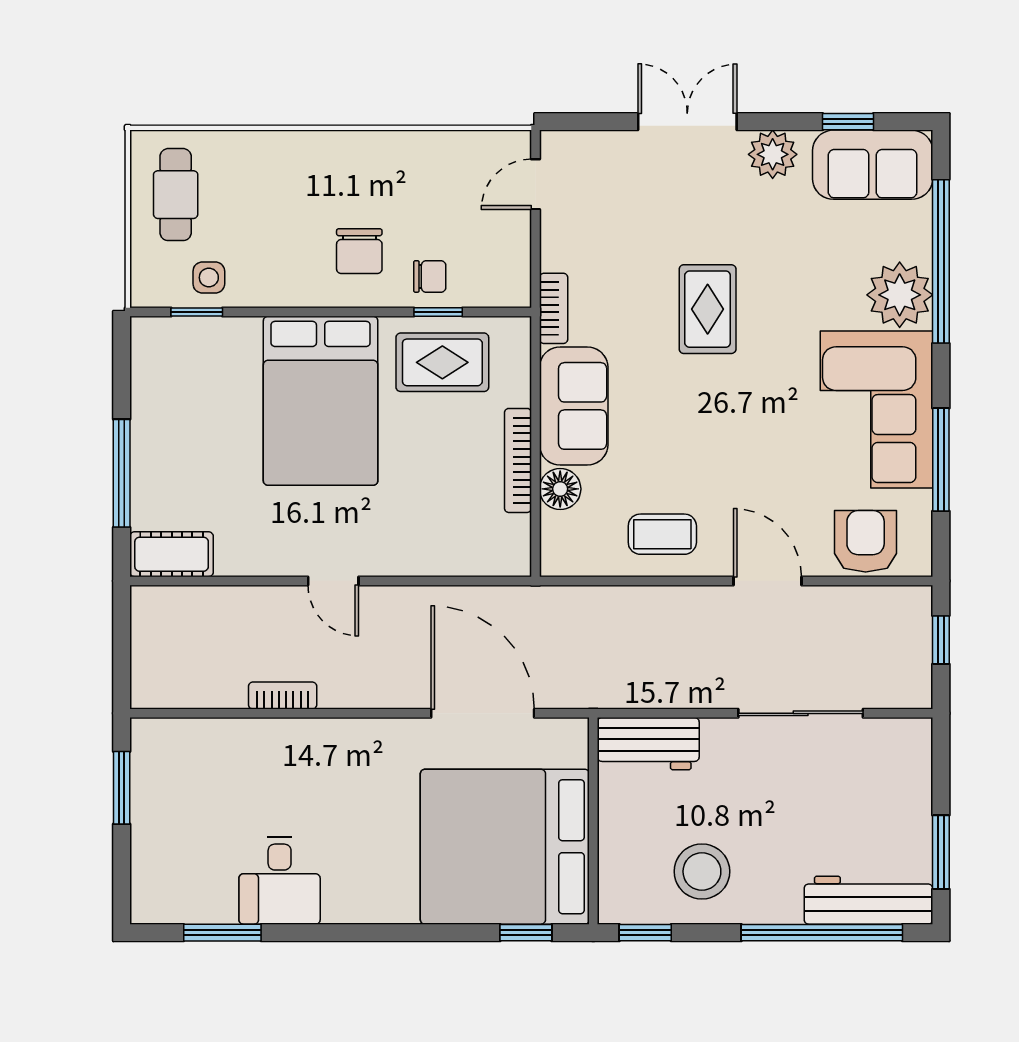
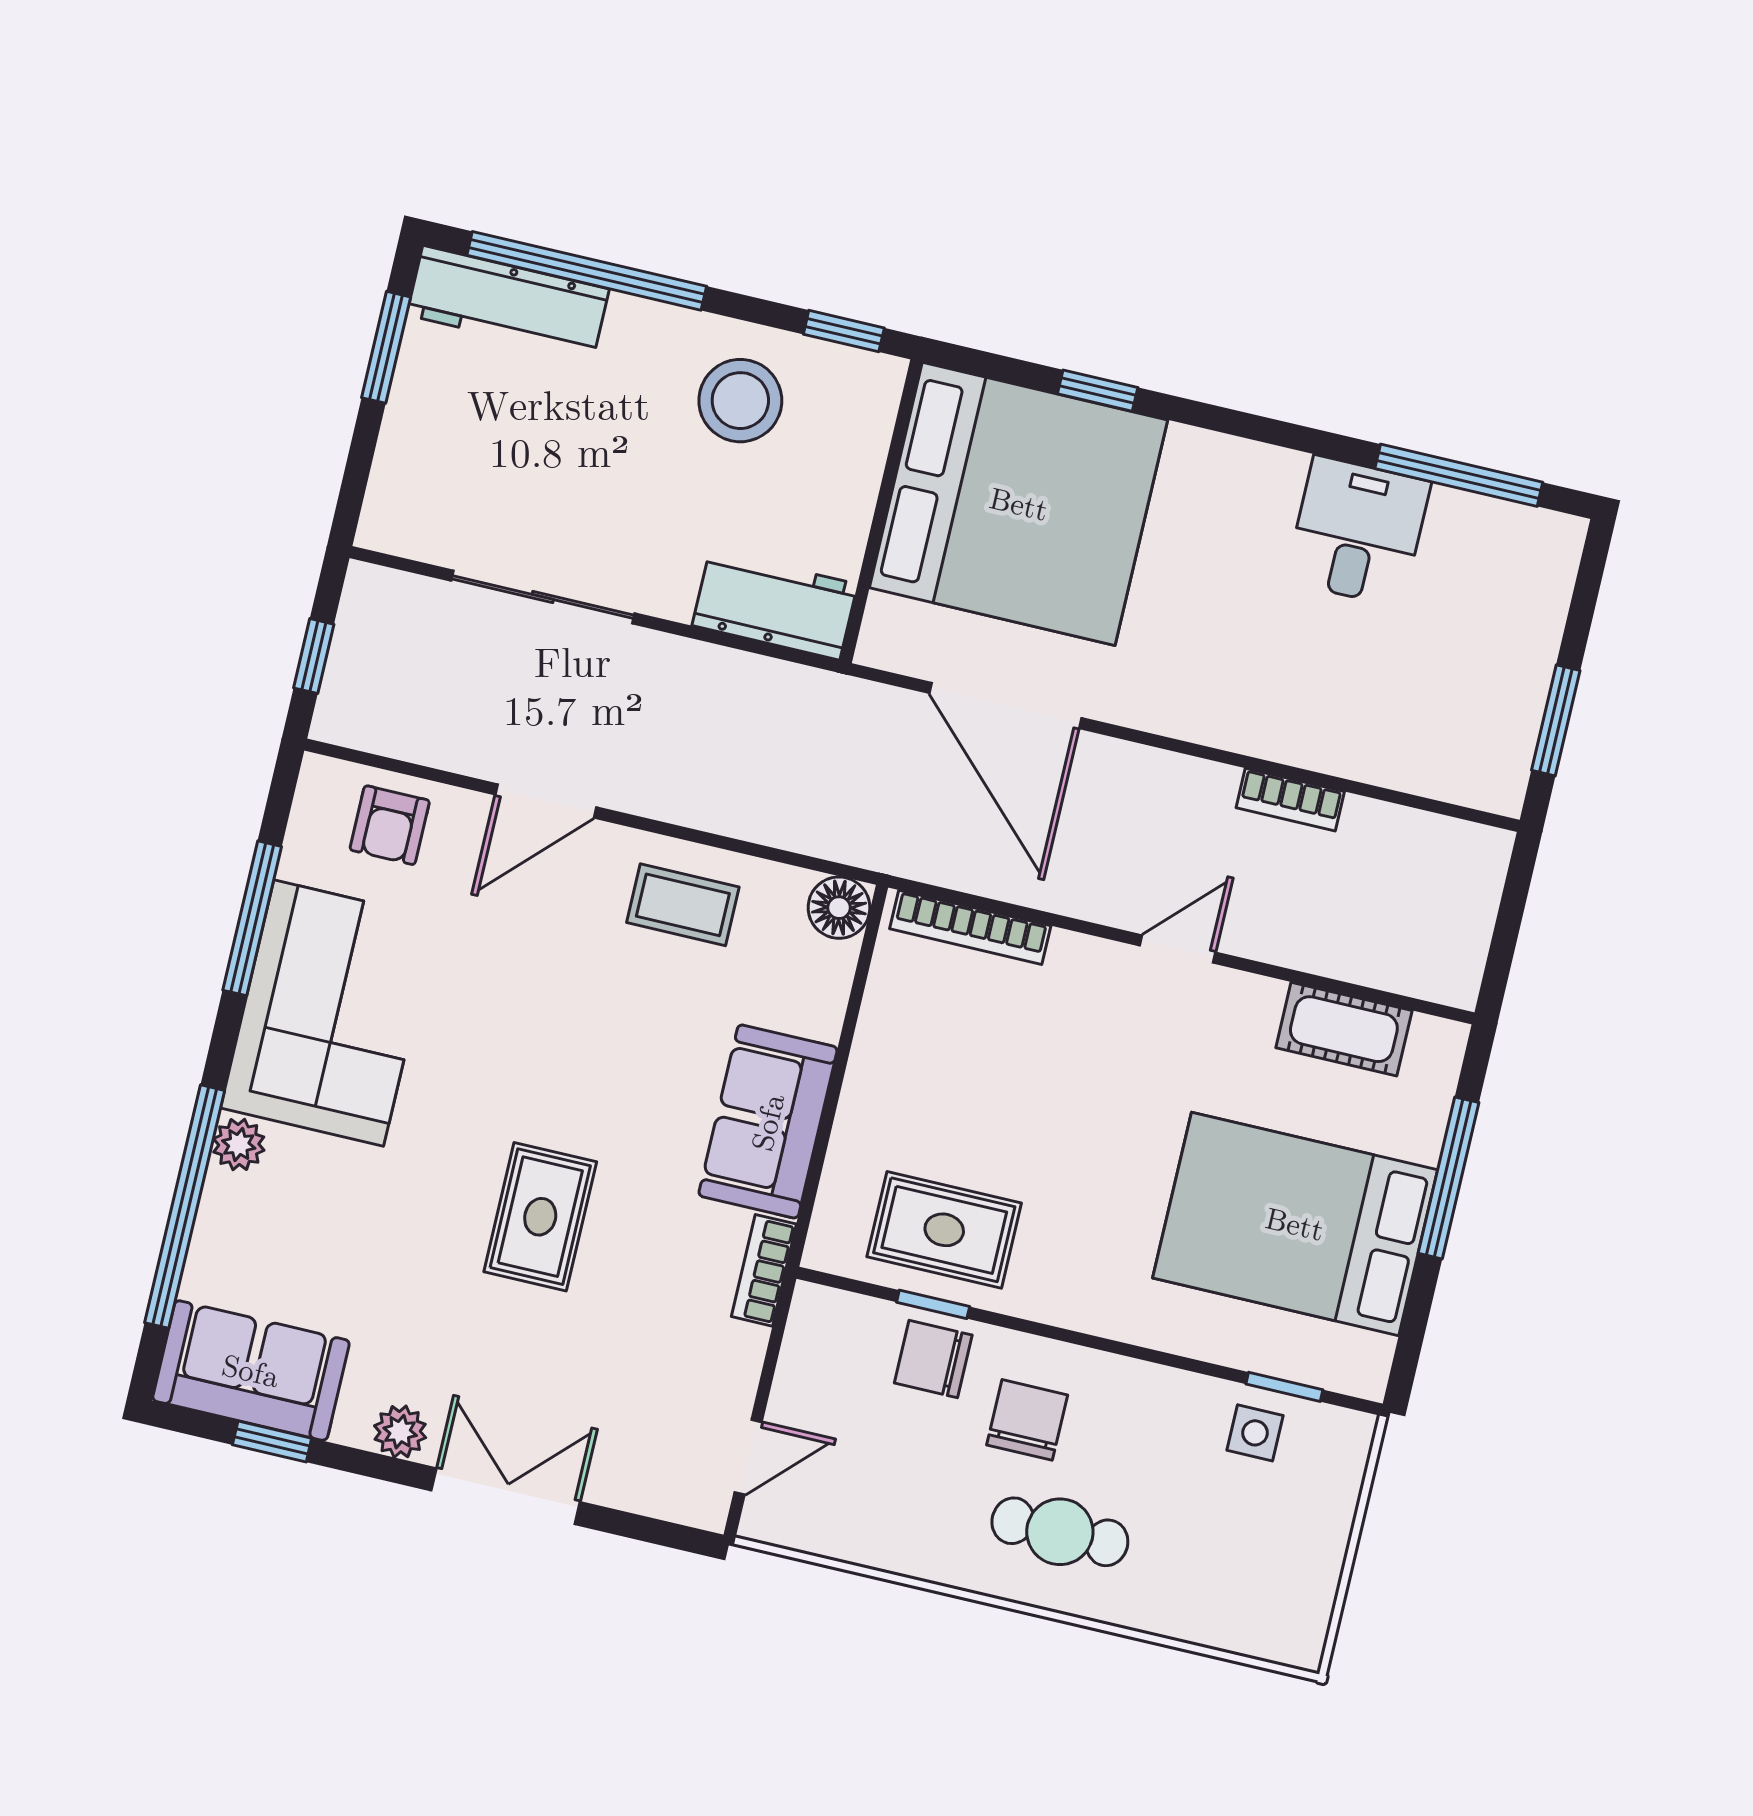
double door: (687, 122) -> (506, 1496), swing flipped
plant: (773, 154) -> (400, 1432), width x0.73, depth x0.73
cafe table: (176, 195) -> (1060, 1532), moved, turned 90
chair: (430, 276) -> (933, 1359), width x1.37, depth x1.37
plant: (900, 295) -> (239, 1144), width x0.53, depth x0.53
bed: (321, 401) -> (1295, 1224), moved, turned -90
bookcase: (518, 460) -> (970, 927), moved, turned 90
floor lamp: (560, 489) -> (839, 908), moved
armchair: (866, 541) -> (390, 825), width x0.72, depth x0.72
cot: (172, 554) -> (1344, 1029), moved
door: (333, 581) -> (1178, 949), hinge flipped
door: (768, 581) -> (546, 801), hinge flipped
window: (222, 933) -> (1459, 475), width x1.44
window: (526, 933) -> (1098, 391), moved

